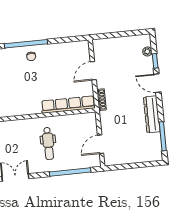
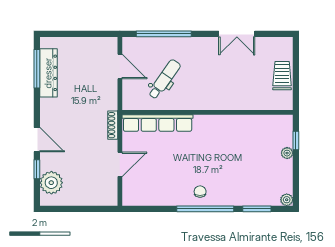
plant: (147, 51) -> (51, 183), width x1.88, depth x1.88
dresser: (152, 114) -> (48, 73), moved
dental chair: (48, 143) -> (164, 79), moved, turned 35
door: (101, 144) -> (120, 66), hinge flipped

